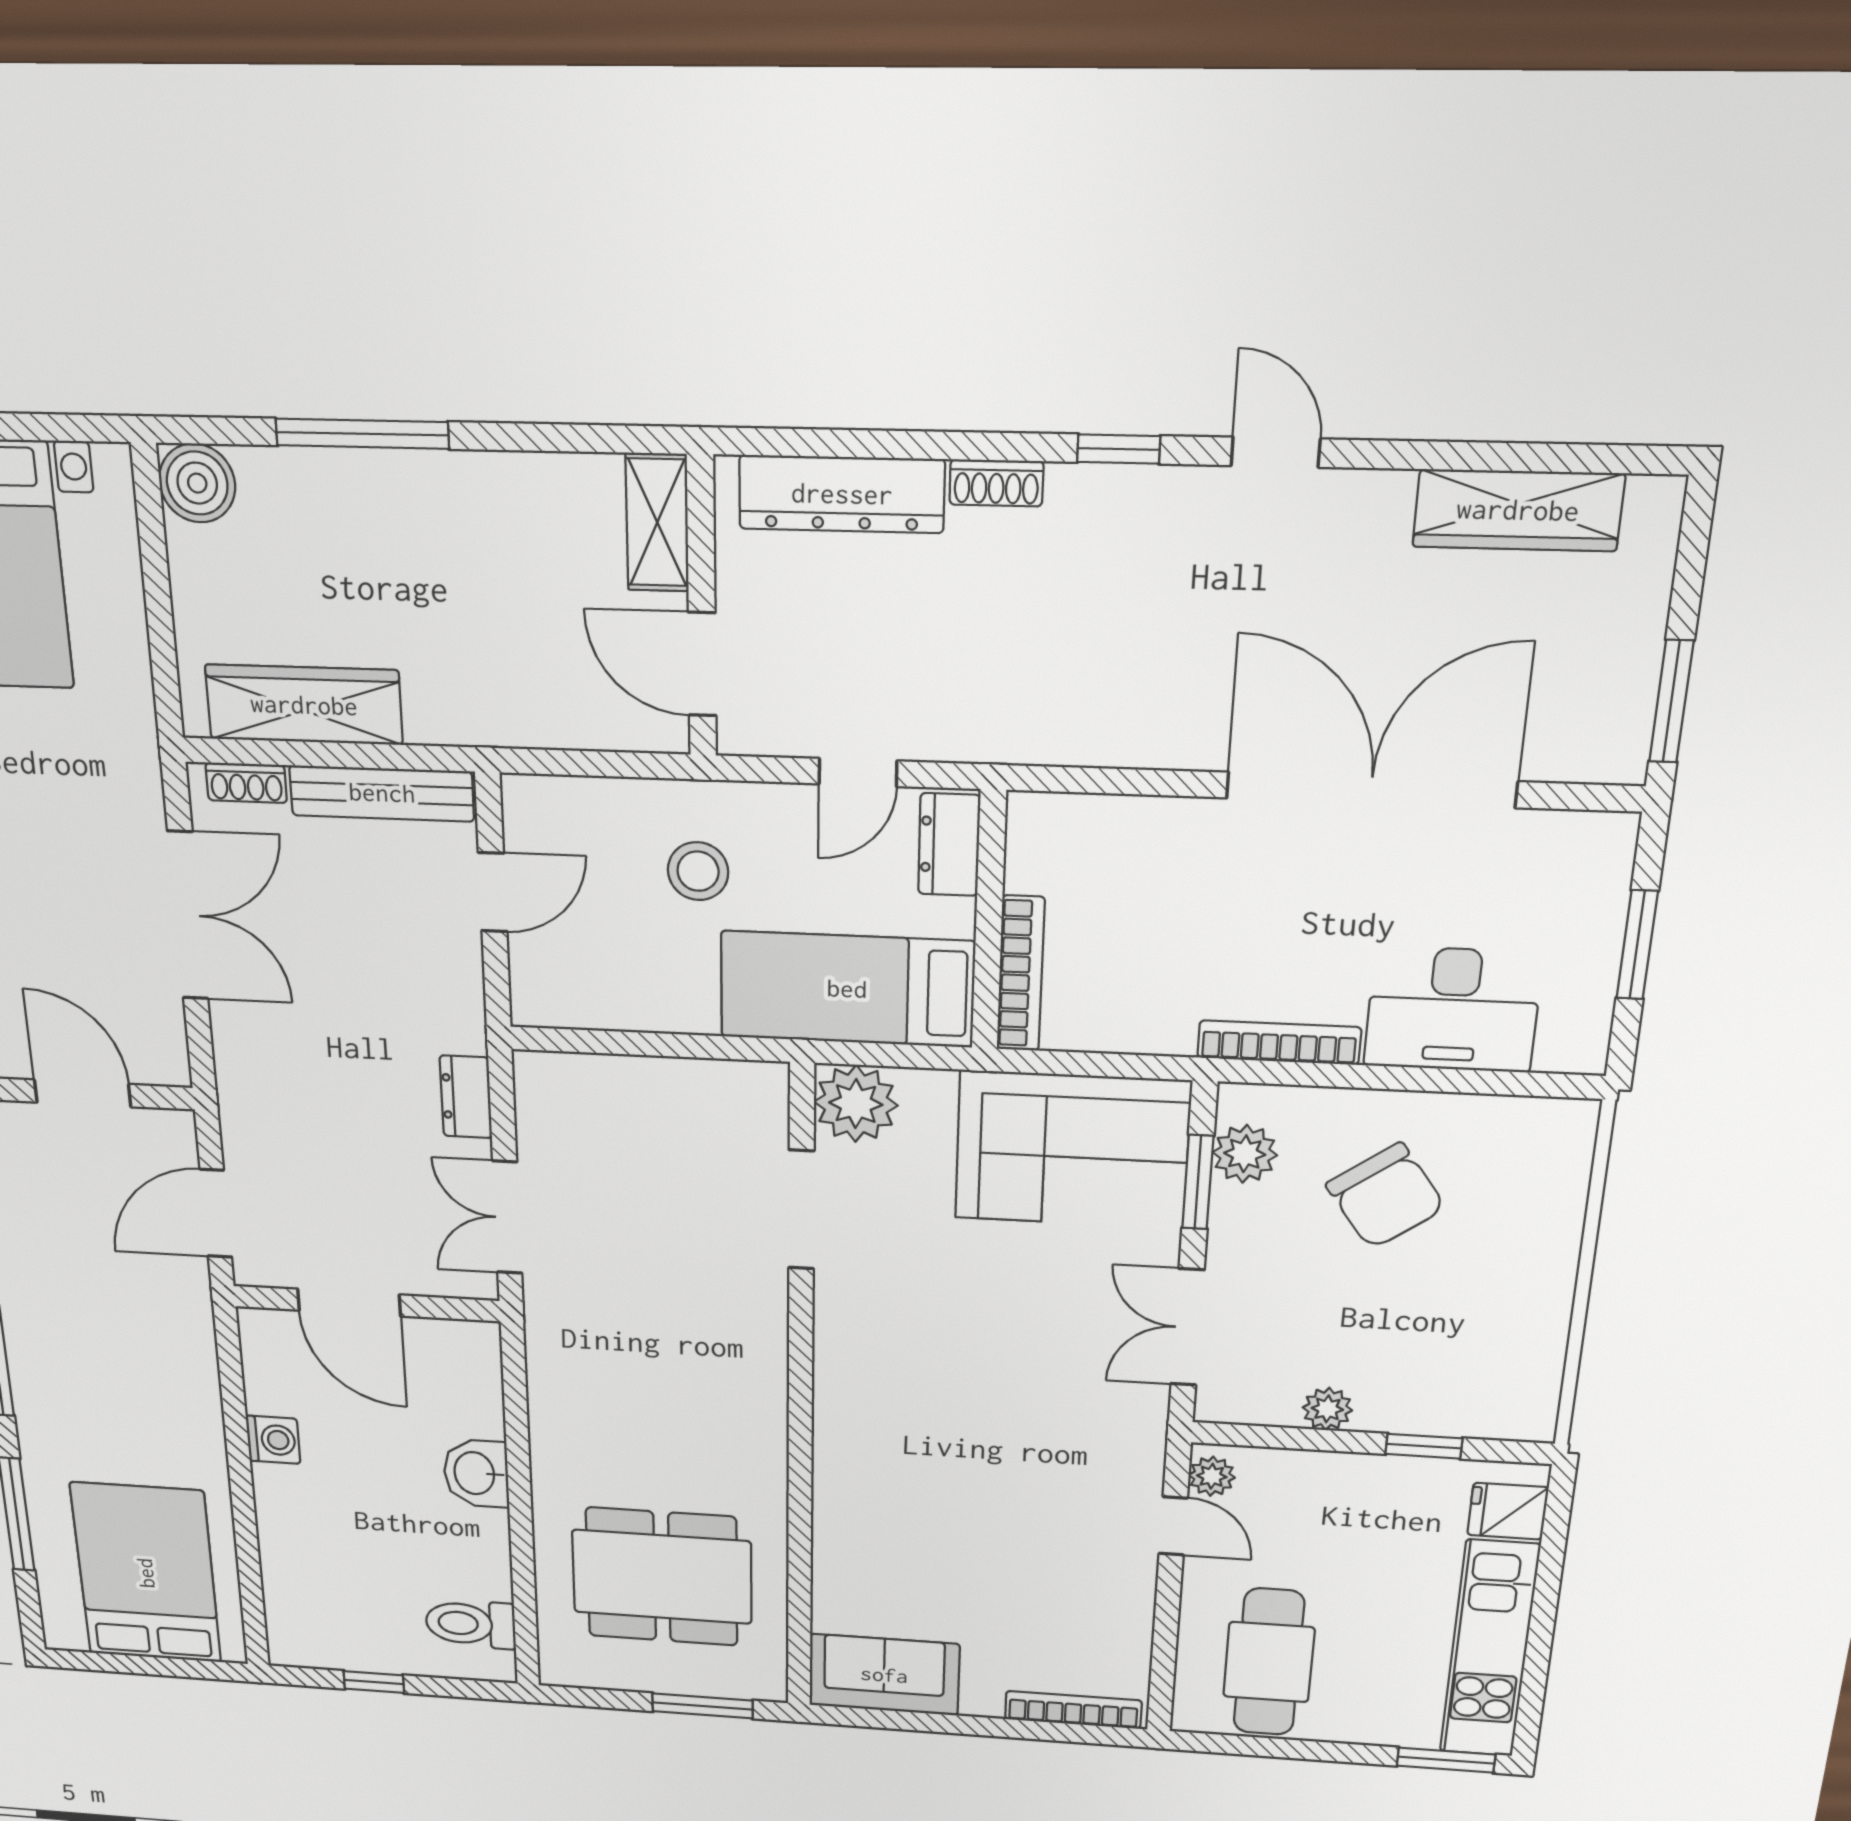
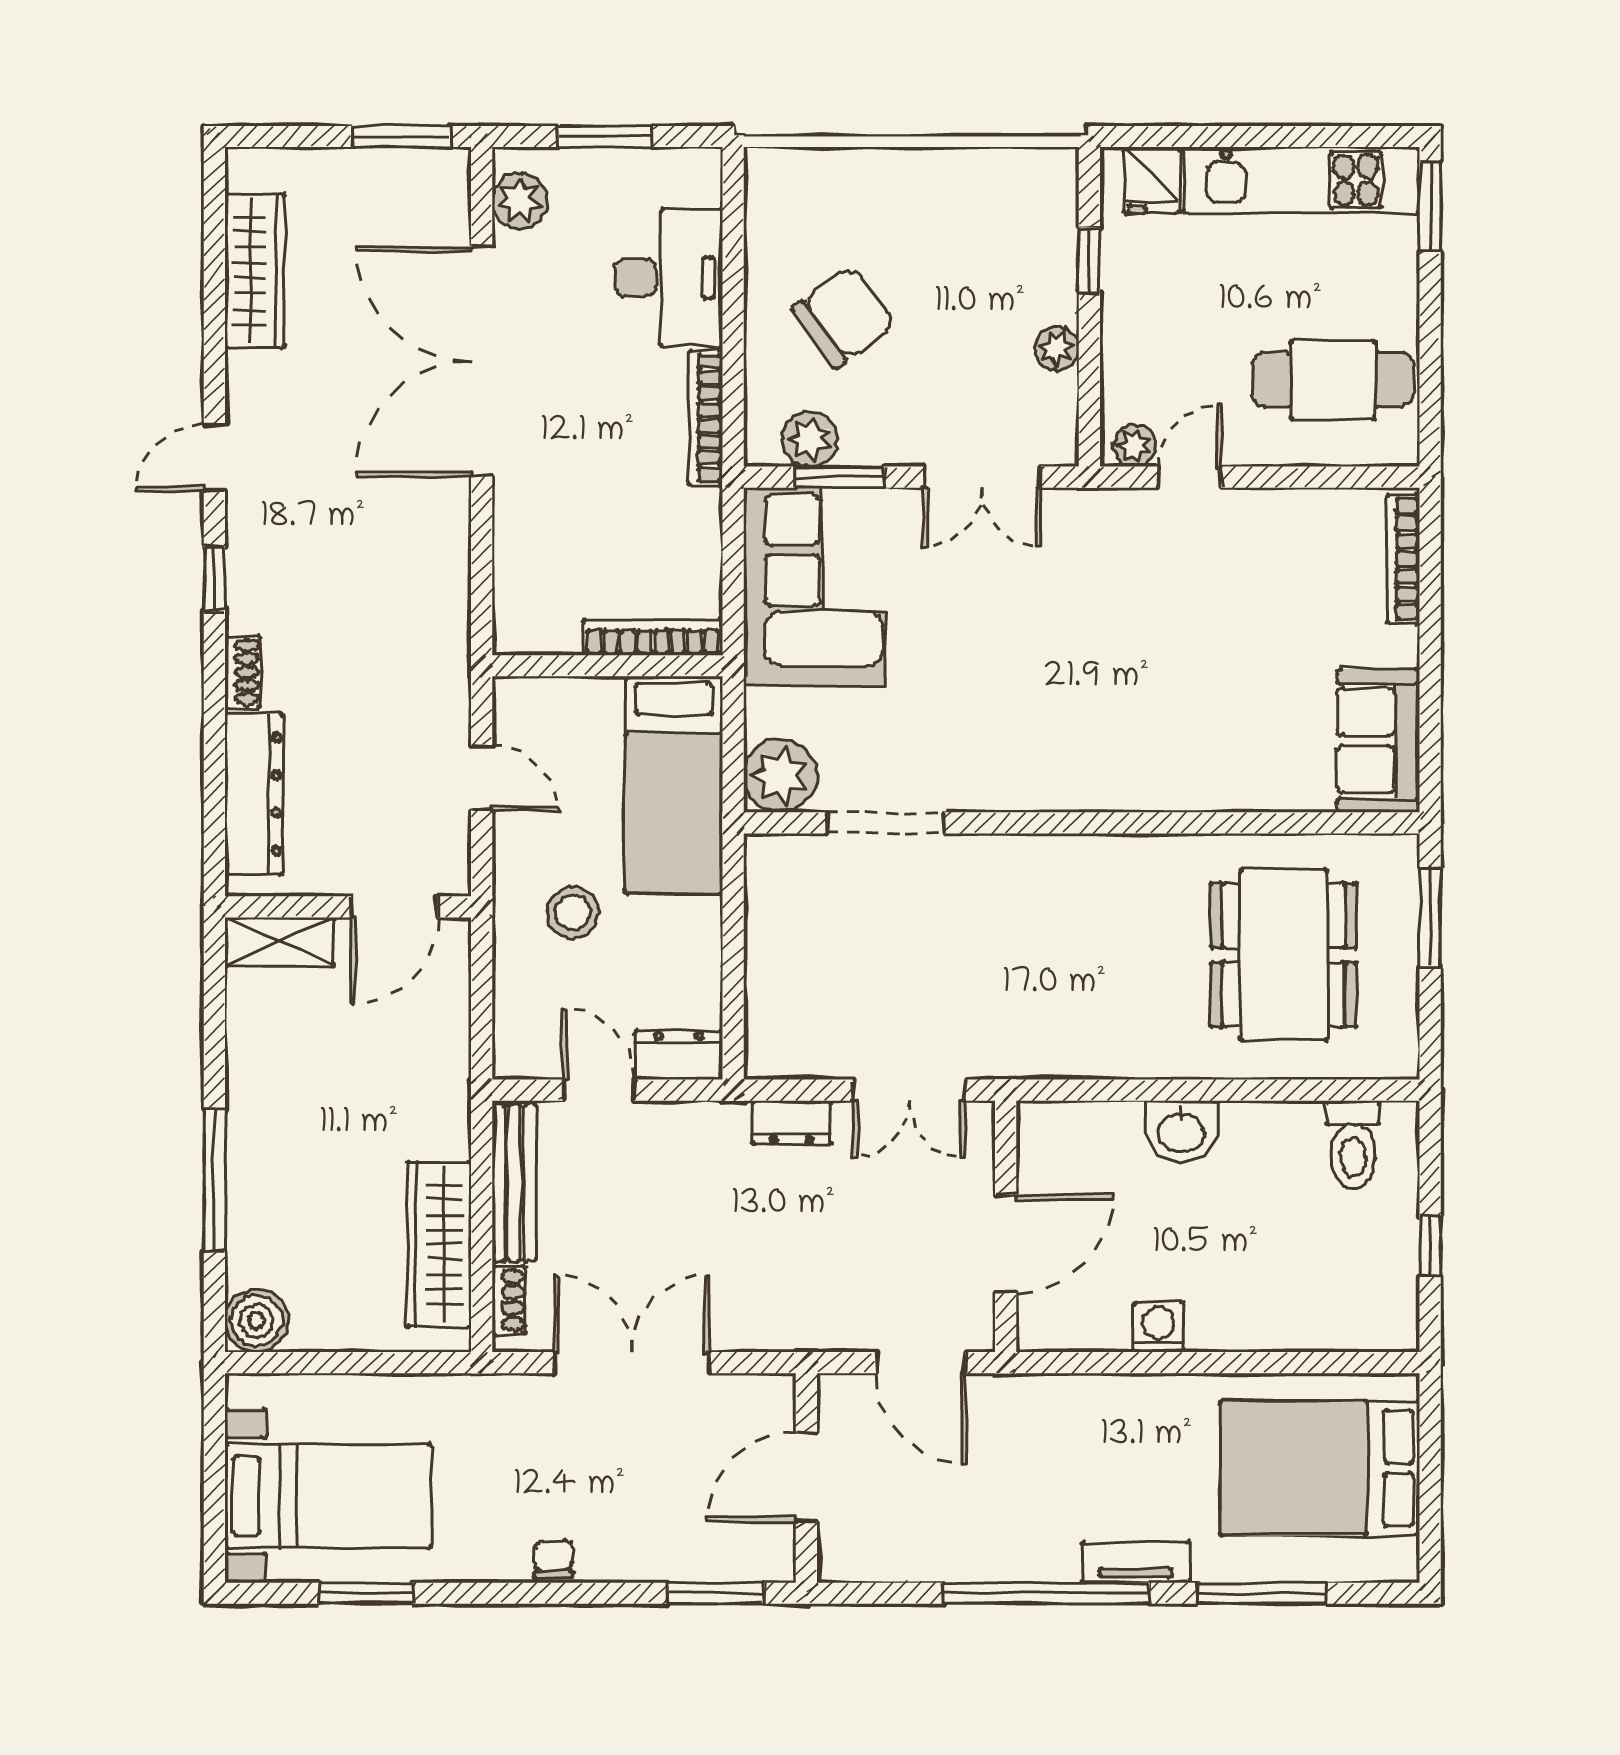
plant: (1569, 842) -> (520, 201), added
dresser: (949, 845) -> (679, 1055), moved, turned 180
tv unit: (33, 1404) -> (1136, 1562), added

